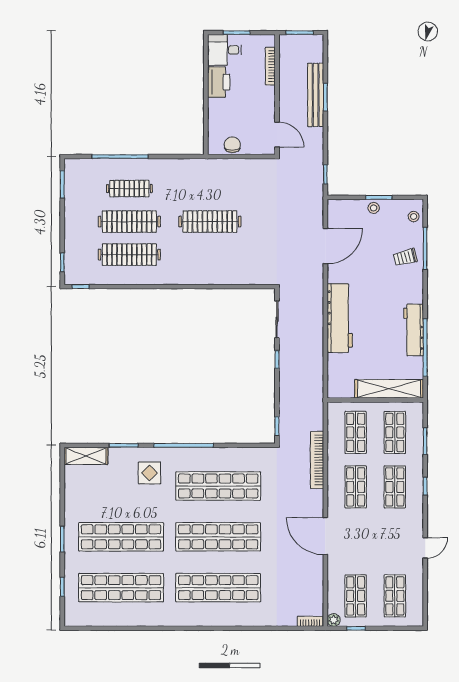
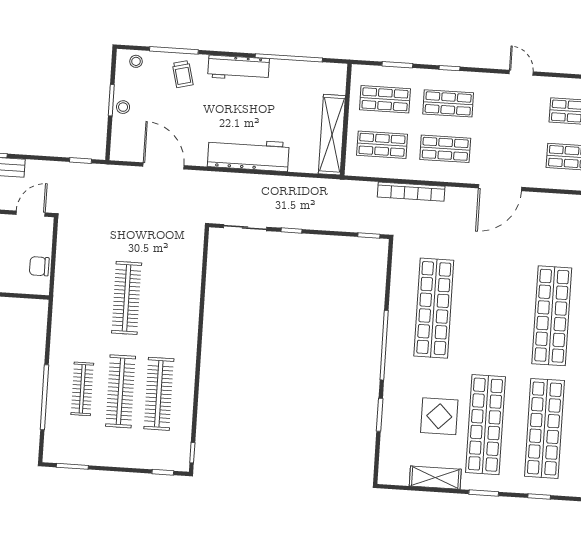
workbench: (414, 330) -> (238, 68), moved
shelving: (389, 389) -> (332, 135), moved
shelving: (86, 456) -> (435, 478), moved, turned 90
display table: (149, 473) -> (439, 416), moved, width x1.36, depth x1.36
shop shelf: (218, 537) -> (493, 312), removed

